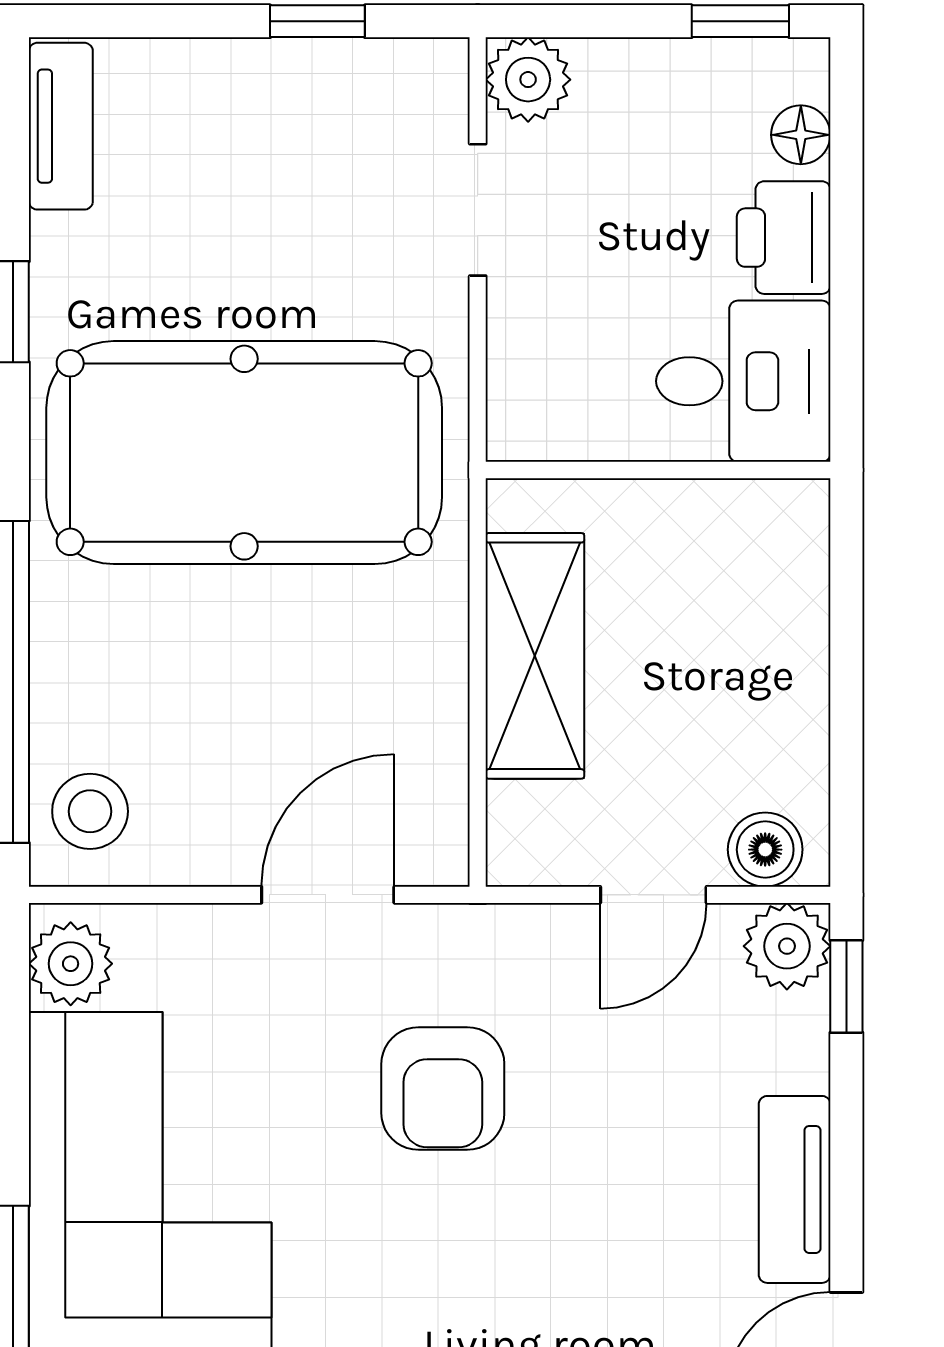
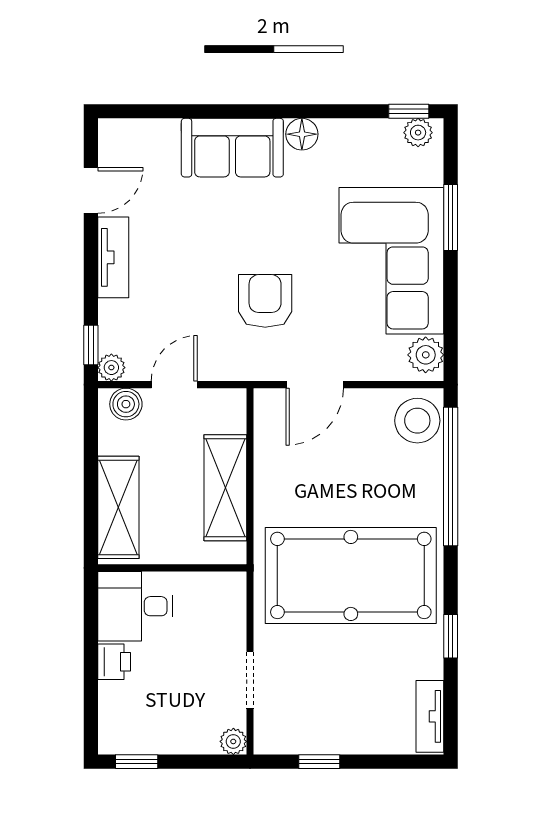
plant: (528, 80) -> (233, 741), width x0.73, depth x0.73
floor lamp: (801, 135) -> (111, 713), removed
printer: (784, 238) -> (114, 662), width x0.73, depth x0.81
shelving: (783, 610) -> (118, 507), added
stool: (90, 811) -> (417, 421), width x1.38, depth x1.38
plant: (787, 946) -> (111, 368), width x0.73, depth x0.73

